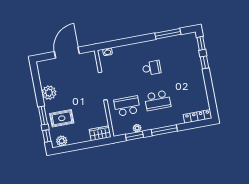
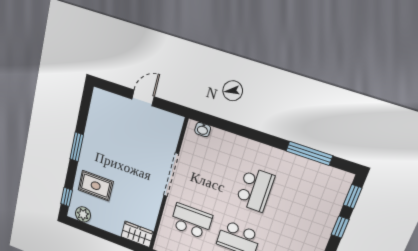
door: (67, 53) -> (143, 98), width x0.53
school desk: (152, 68) -> (255, 190), width x1.85
plant: (49, 93) -> (93, 141), removed
window: (43, 116) -> (77, 147), moved

